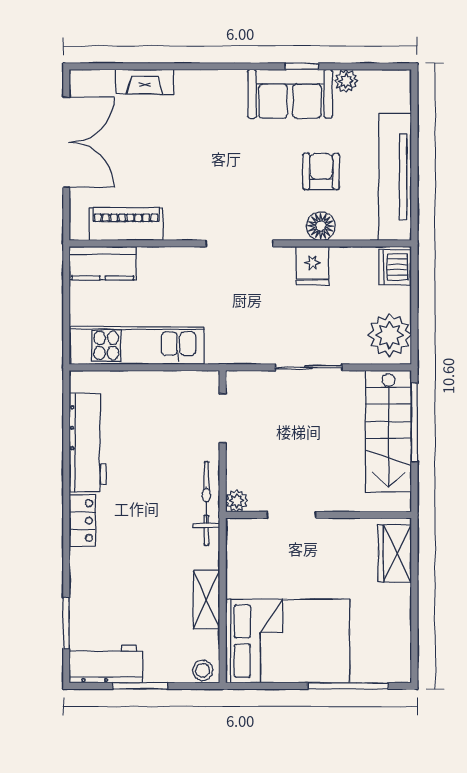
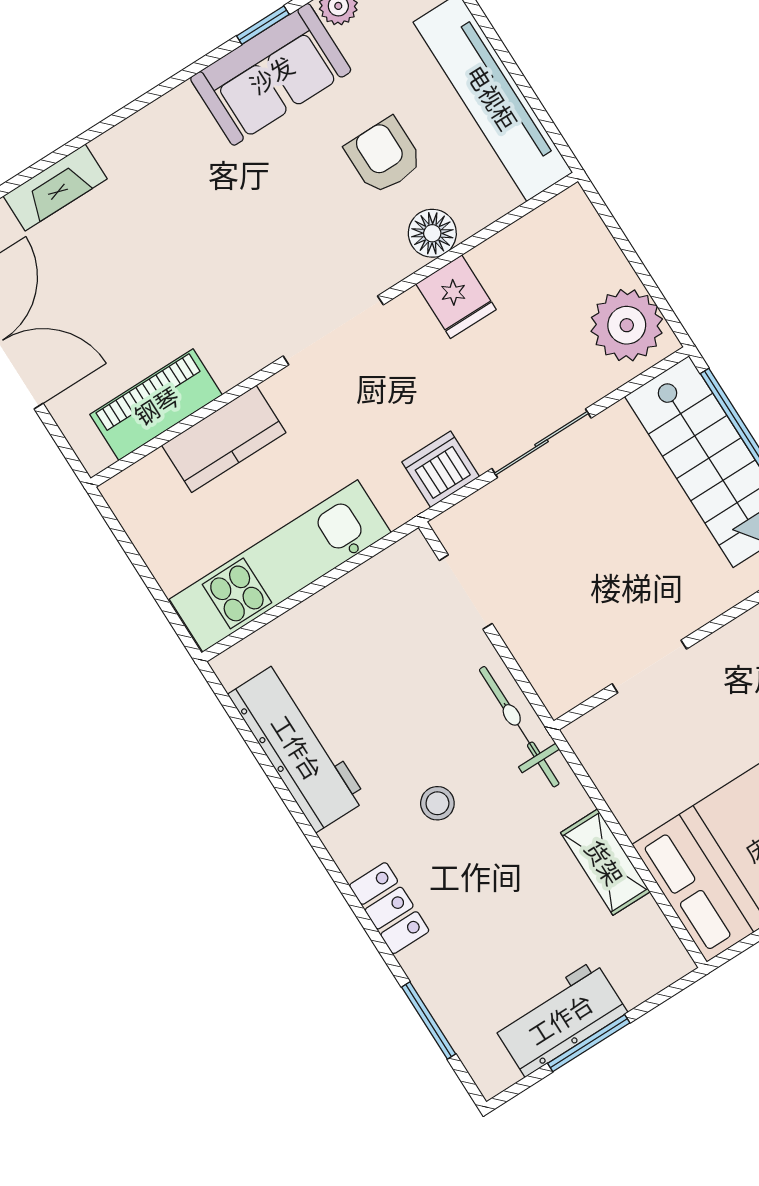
kitchen counter: (103, 263) -> (224, 439), moved
dishwasher: (395, 267) -> (441, 469), moved, turned 90
plant: (237, 501) -> (559, 696), removed
locker: (82, 521) -> (389, 908), moved
workbench: (106, 664) -> (560, 1018), moved
stool: (203, 670) -> (437, 803), moved

